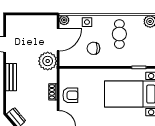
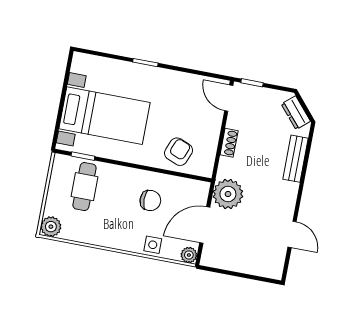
cafe table: (119, 34) -> (84, 187), moved
bench: (11, 77) -> (296, 159), moved
armchair: (70, 95) -> (179, 152), moved, turned 112

